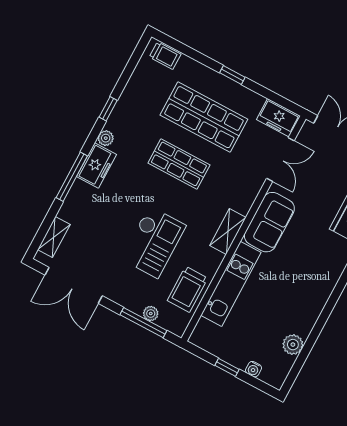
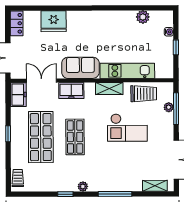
freezer: (96, 166) -> (71, 91), moved, turned 180
shelving: (228, 231) -> (109, 88), moved
checkout: (153, 242) -> (127, 128), turned 180

